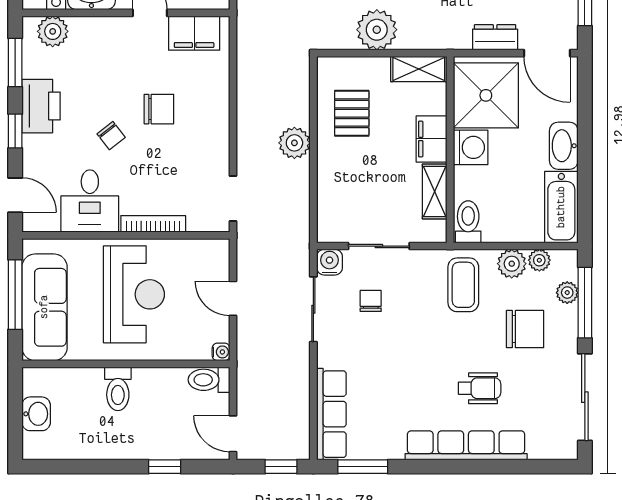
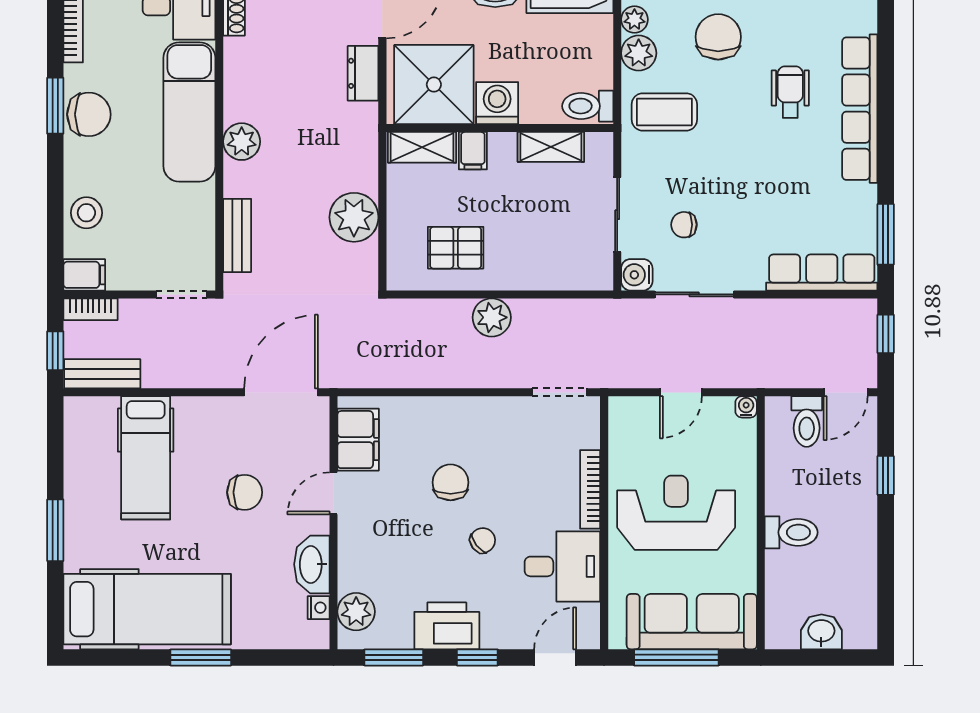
shelving: (419, 69) -> (422, 147), moved, turned 90
filing cabinet: (431, 139) -> (473, 151), width x0.50
toilet: (209, 380) -> (807, 421), moved

